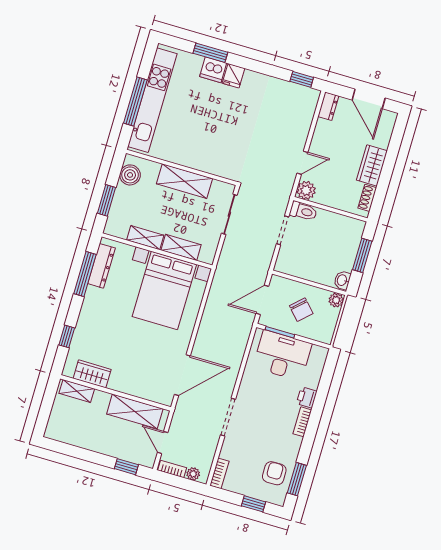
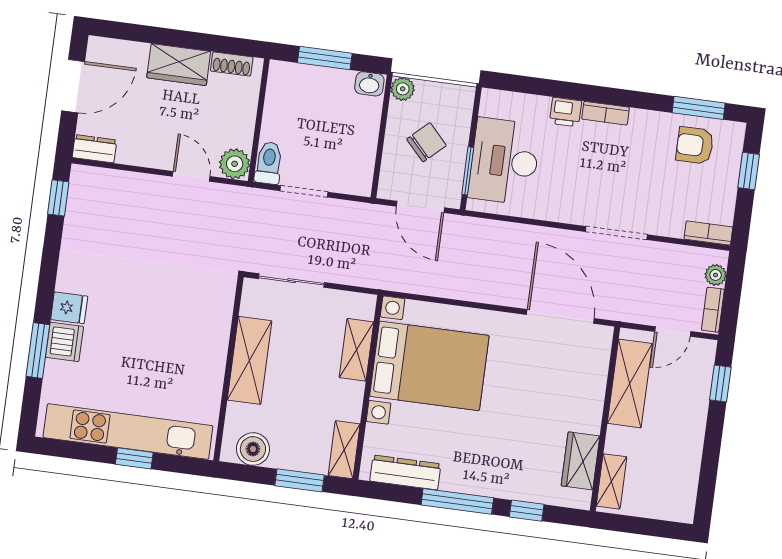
window: (135, 102) -> (134, 458), width x0.46
shelving: (145, 238) -> (344, 450), moved
window: (85, 274) -> (457, 501), moved

